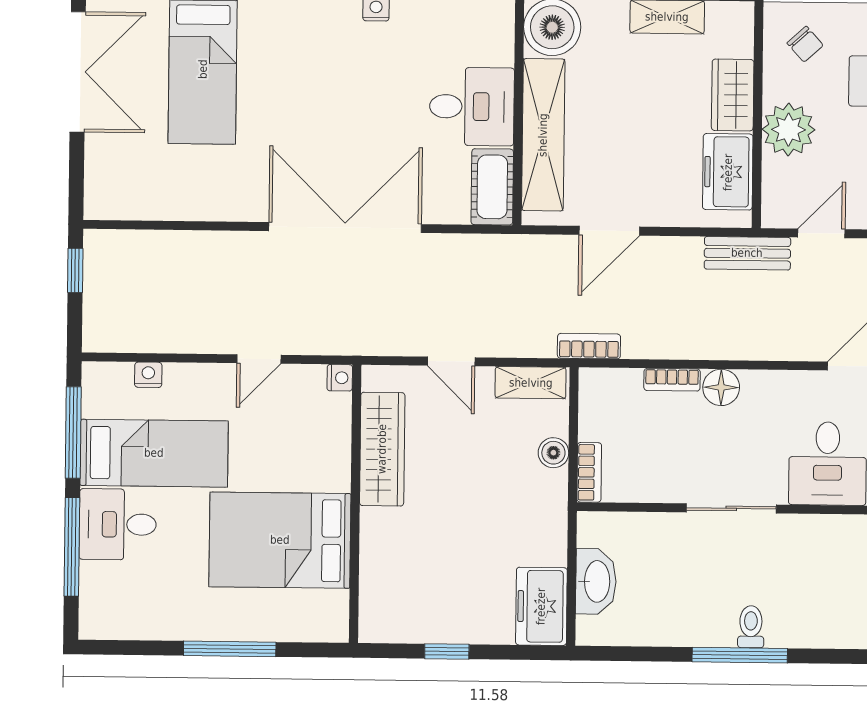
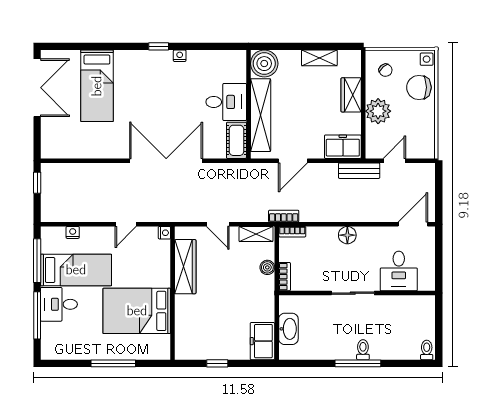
freezer: (728, 172) -> (343, 147), moved, turned 90
bookcase: (672, 380) -> (292, 232), moved

